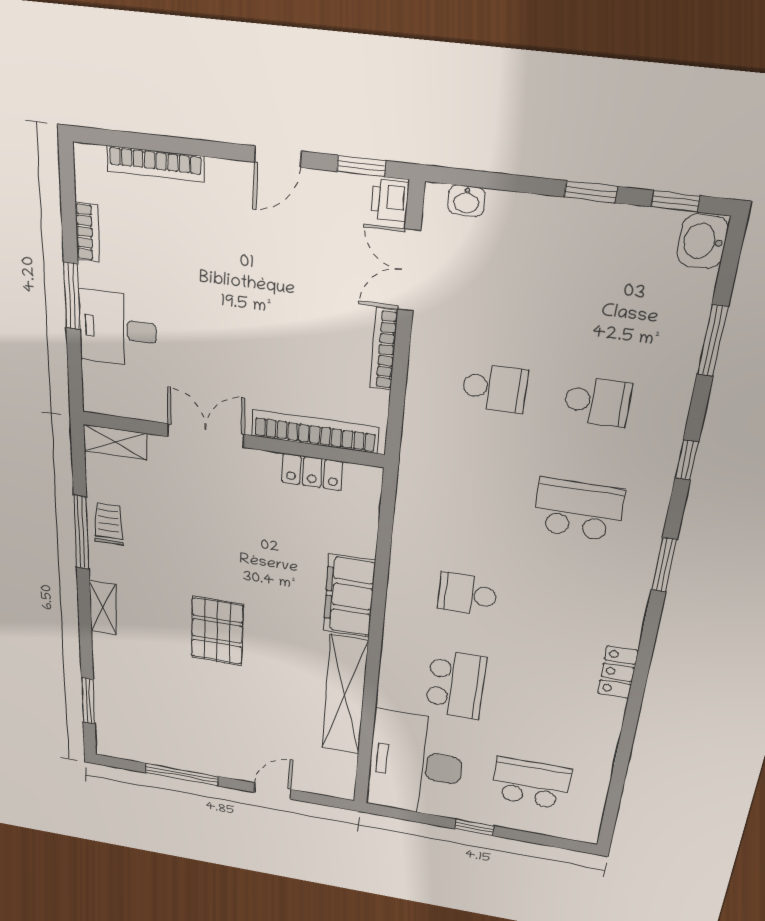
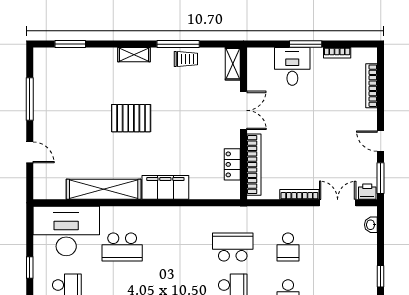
window: (361, 166) -> (381, 178), width x1.50
school desk: (467, 594) -> (233, 247), moved, width x1.85

